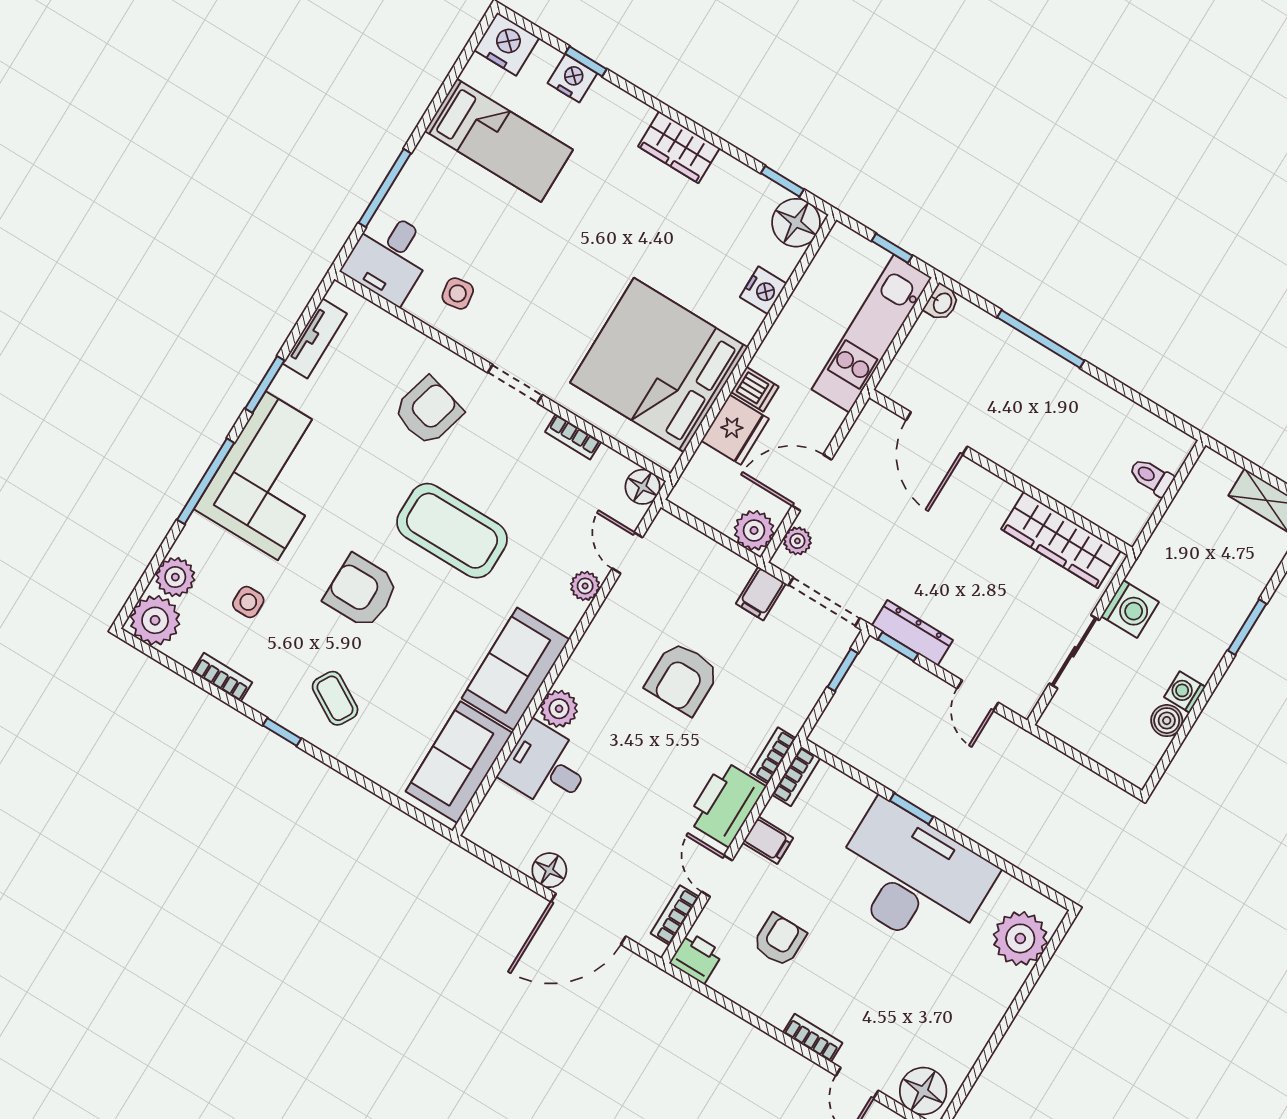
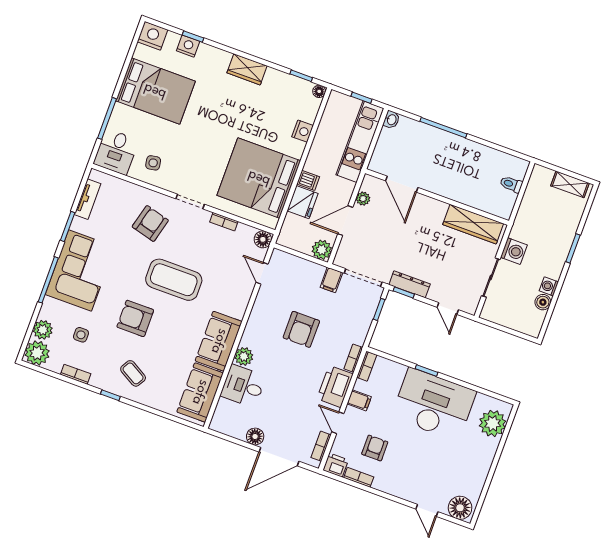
bed: (499, 140) -> (155, 91), width x1.50
floor lamp: (796, 223) -> (319, 91), width x0.53, depth x0.53
plant: (797, 541) -> (363, 199), moved
plant: (585, 586) -> (244, 294), removed
bookcase: (813, 1038) -> (359, 477), moved

